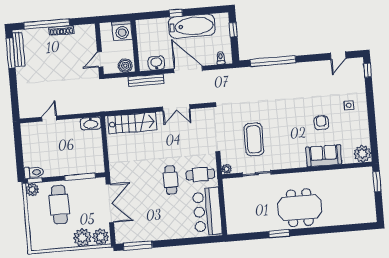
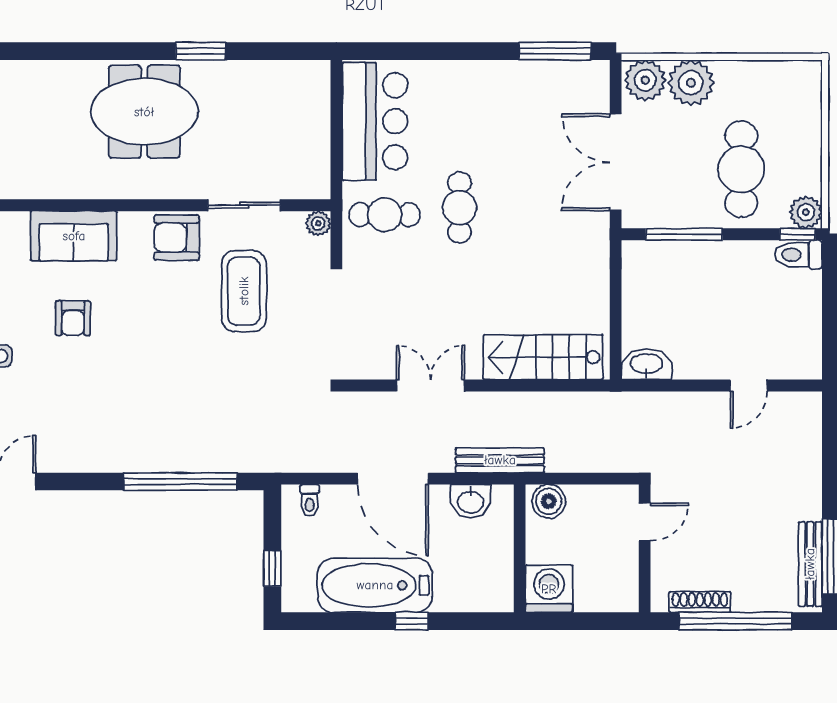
wall: (99, 49) -> (645, 548), moved
door: (100, 59) -> (645, 522), moved
armchair: (283, 158) -> (177, 238), added

